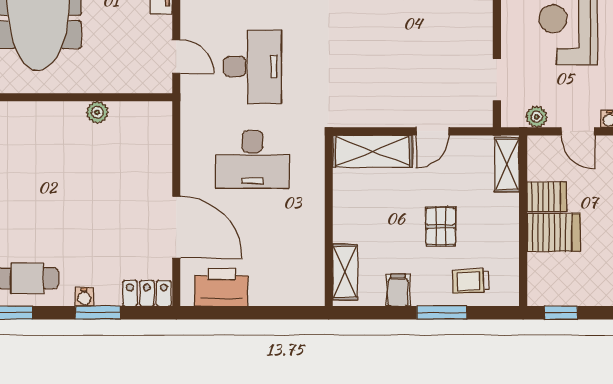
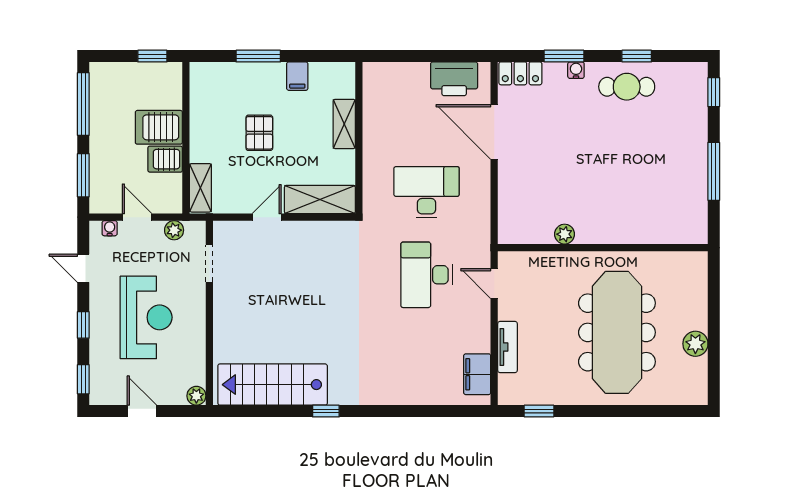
shelving: (345, 272) -> (344, 124), moved
trolley: (471, 281) -> (233, 84), removed

